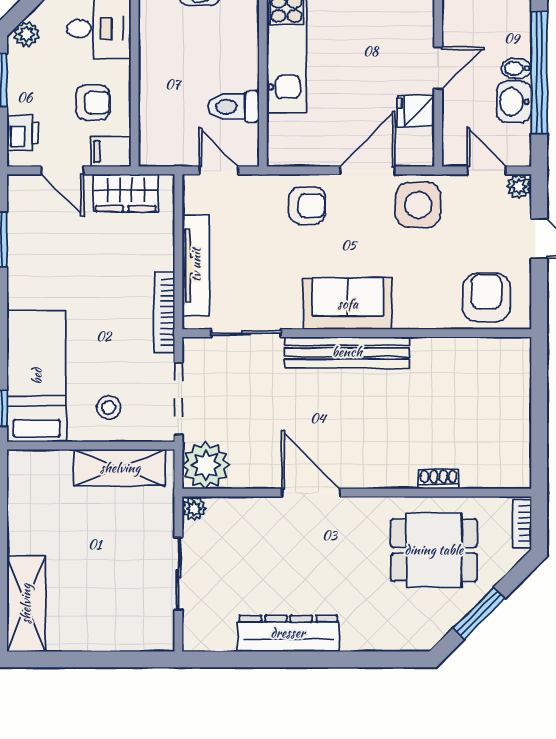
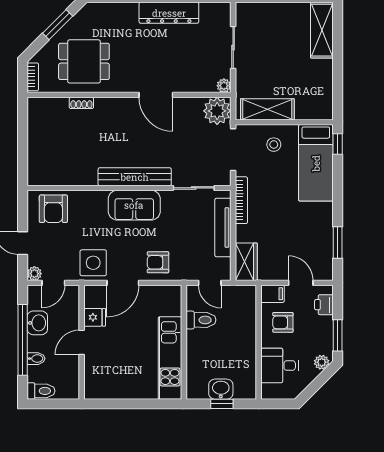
bidet: (516, 68) -> (36, 359), moved
door: (486, 170) -> (53, 283), hinge flipped
wardrobe: (126, 193) -> (246, 262), moved, turned 90

